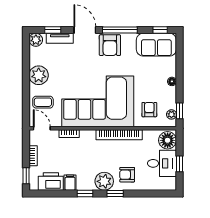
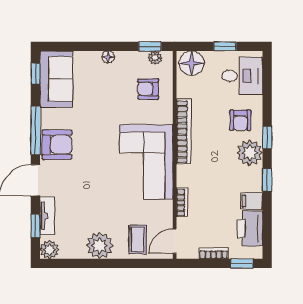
corner sofa: (98, 101) -> (146, 162), width x0.73, depth x0.74
desk: (162, 163) -> (242, 76), moved, turned 90

